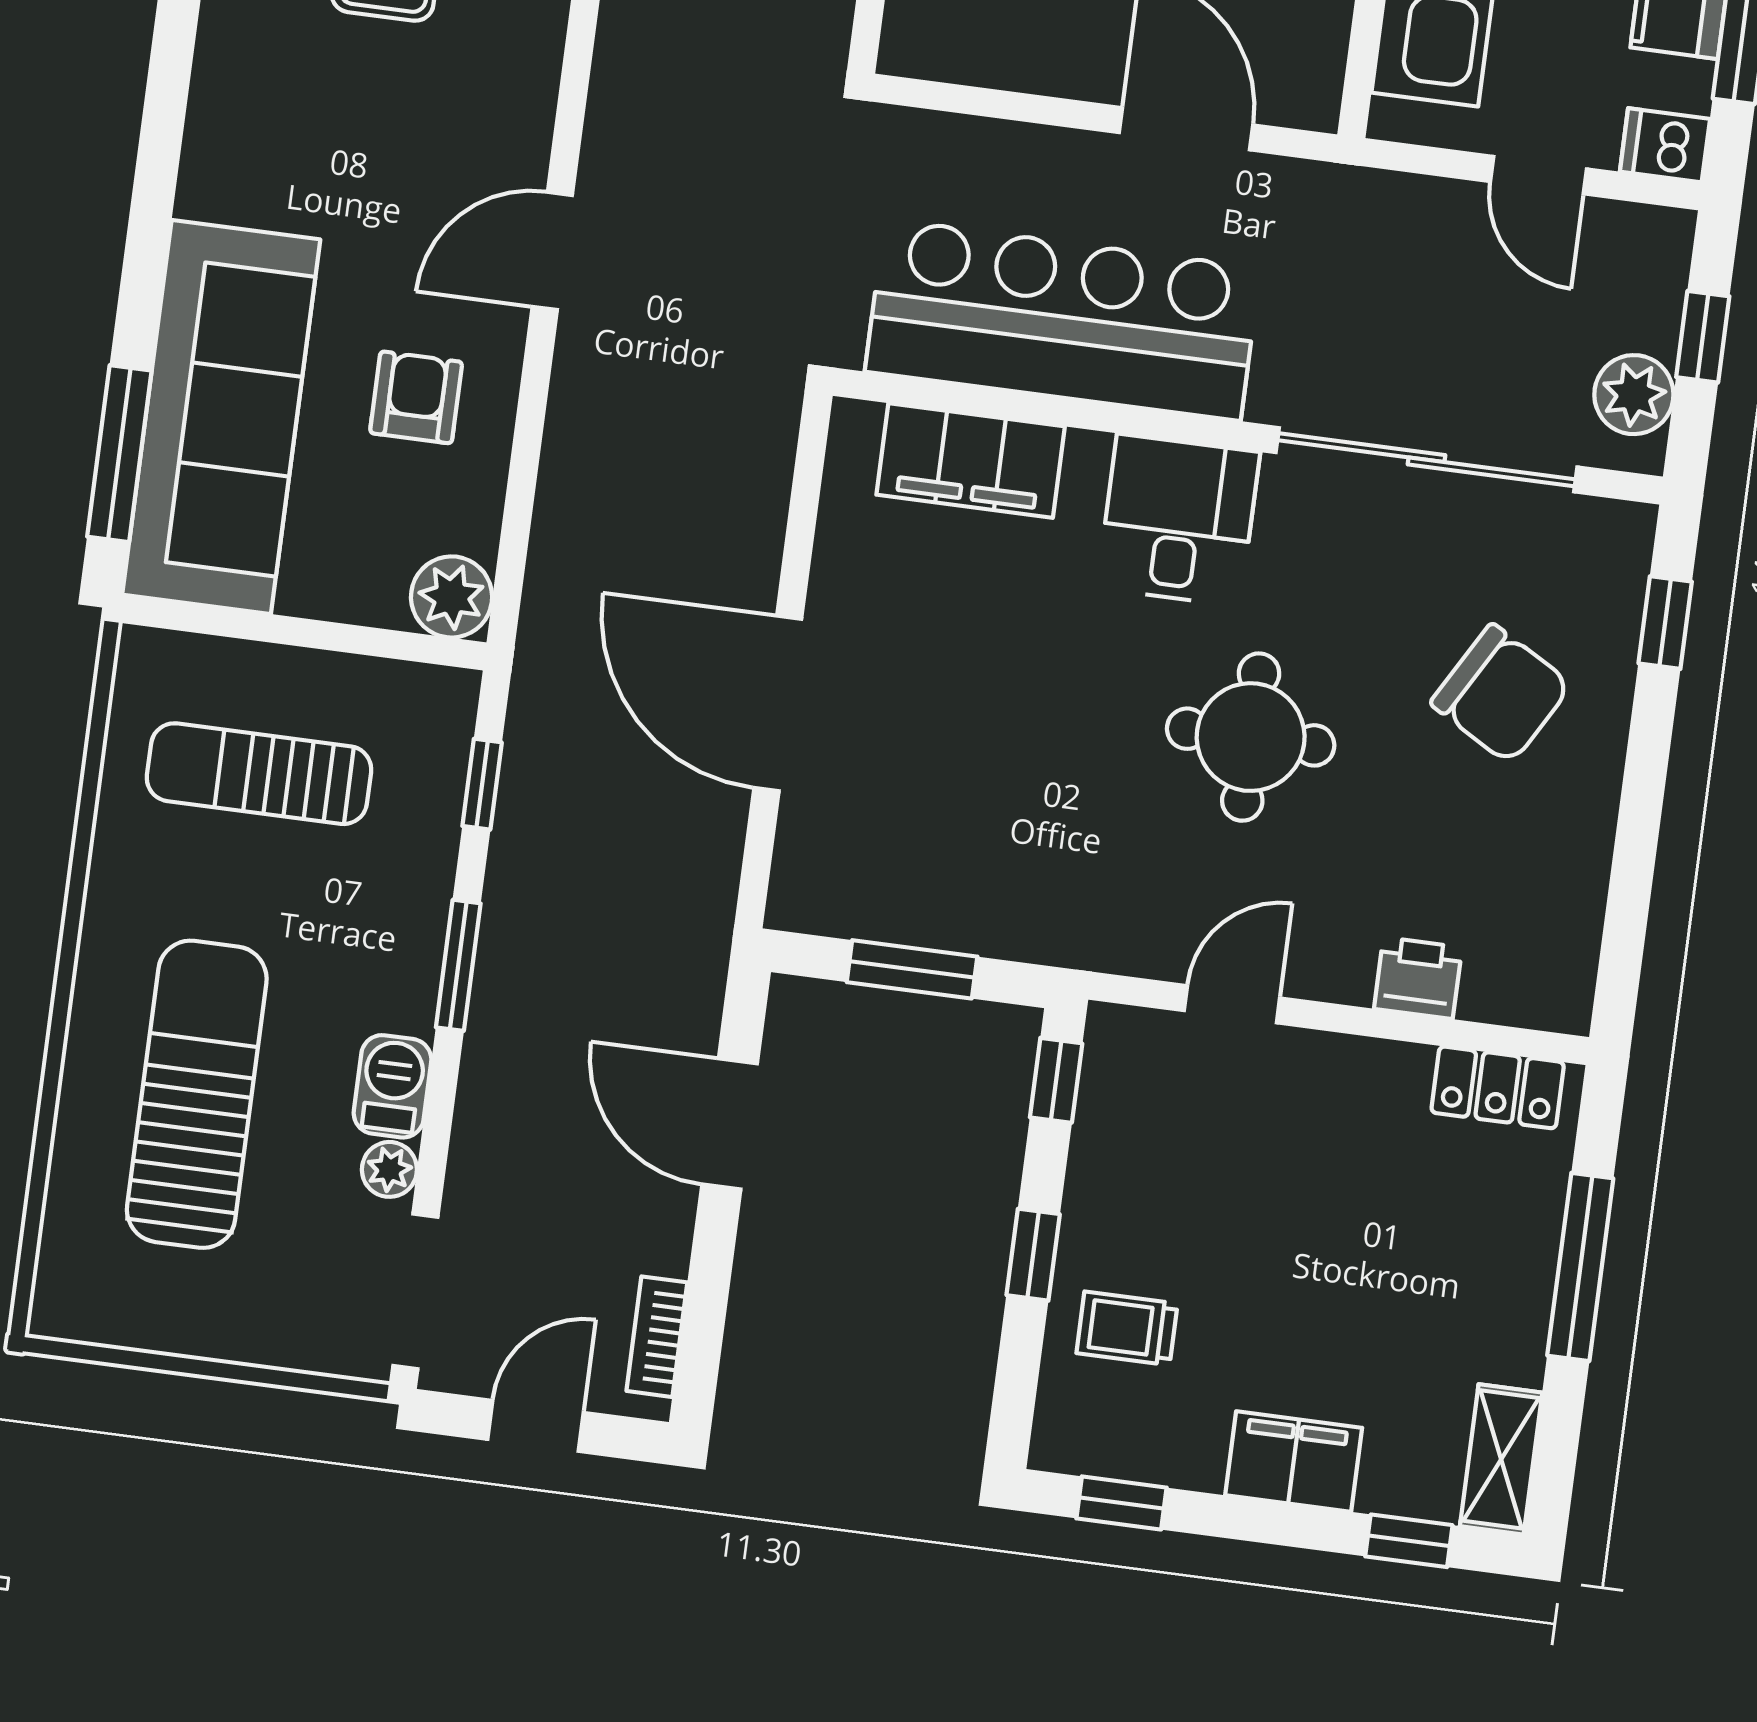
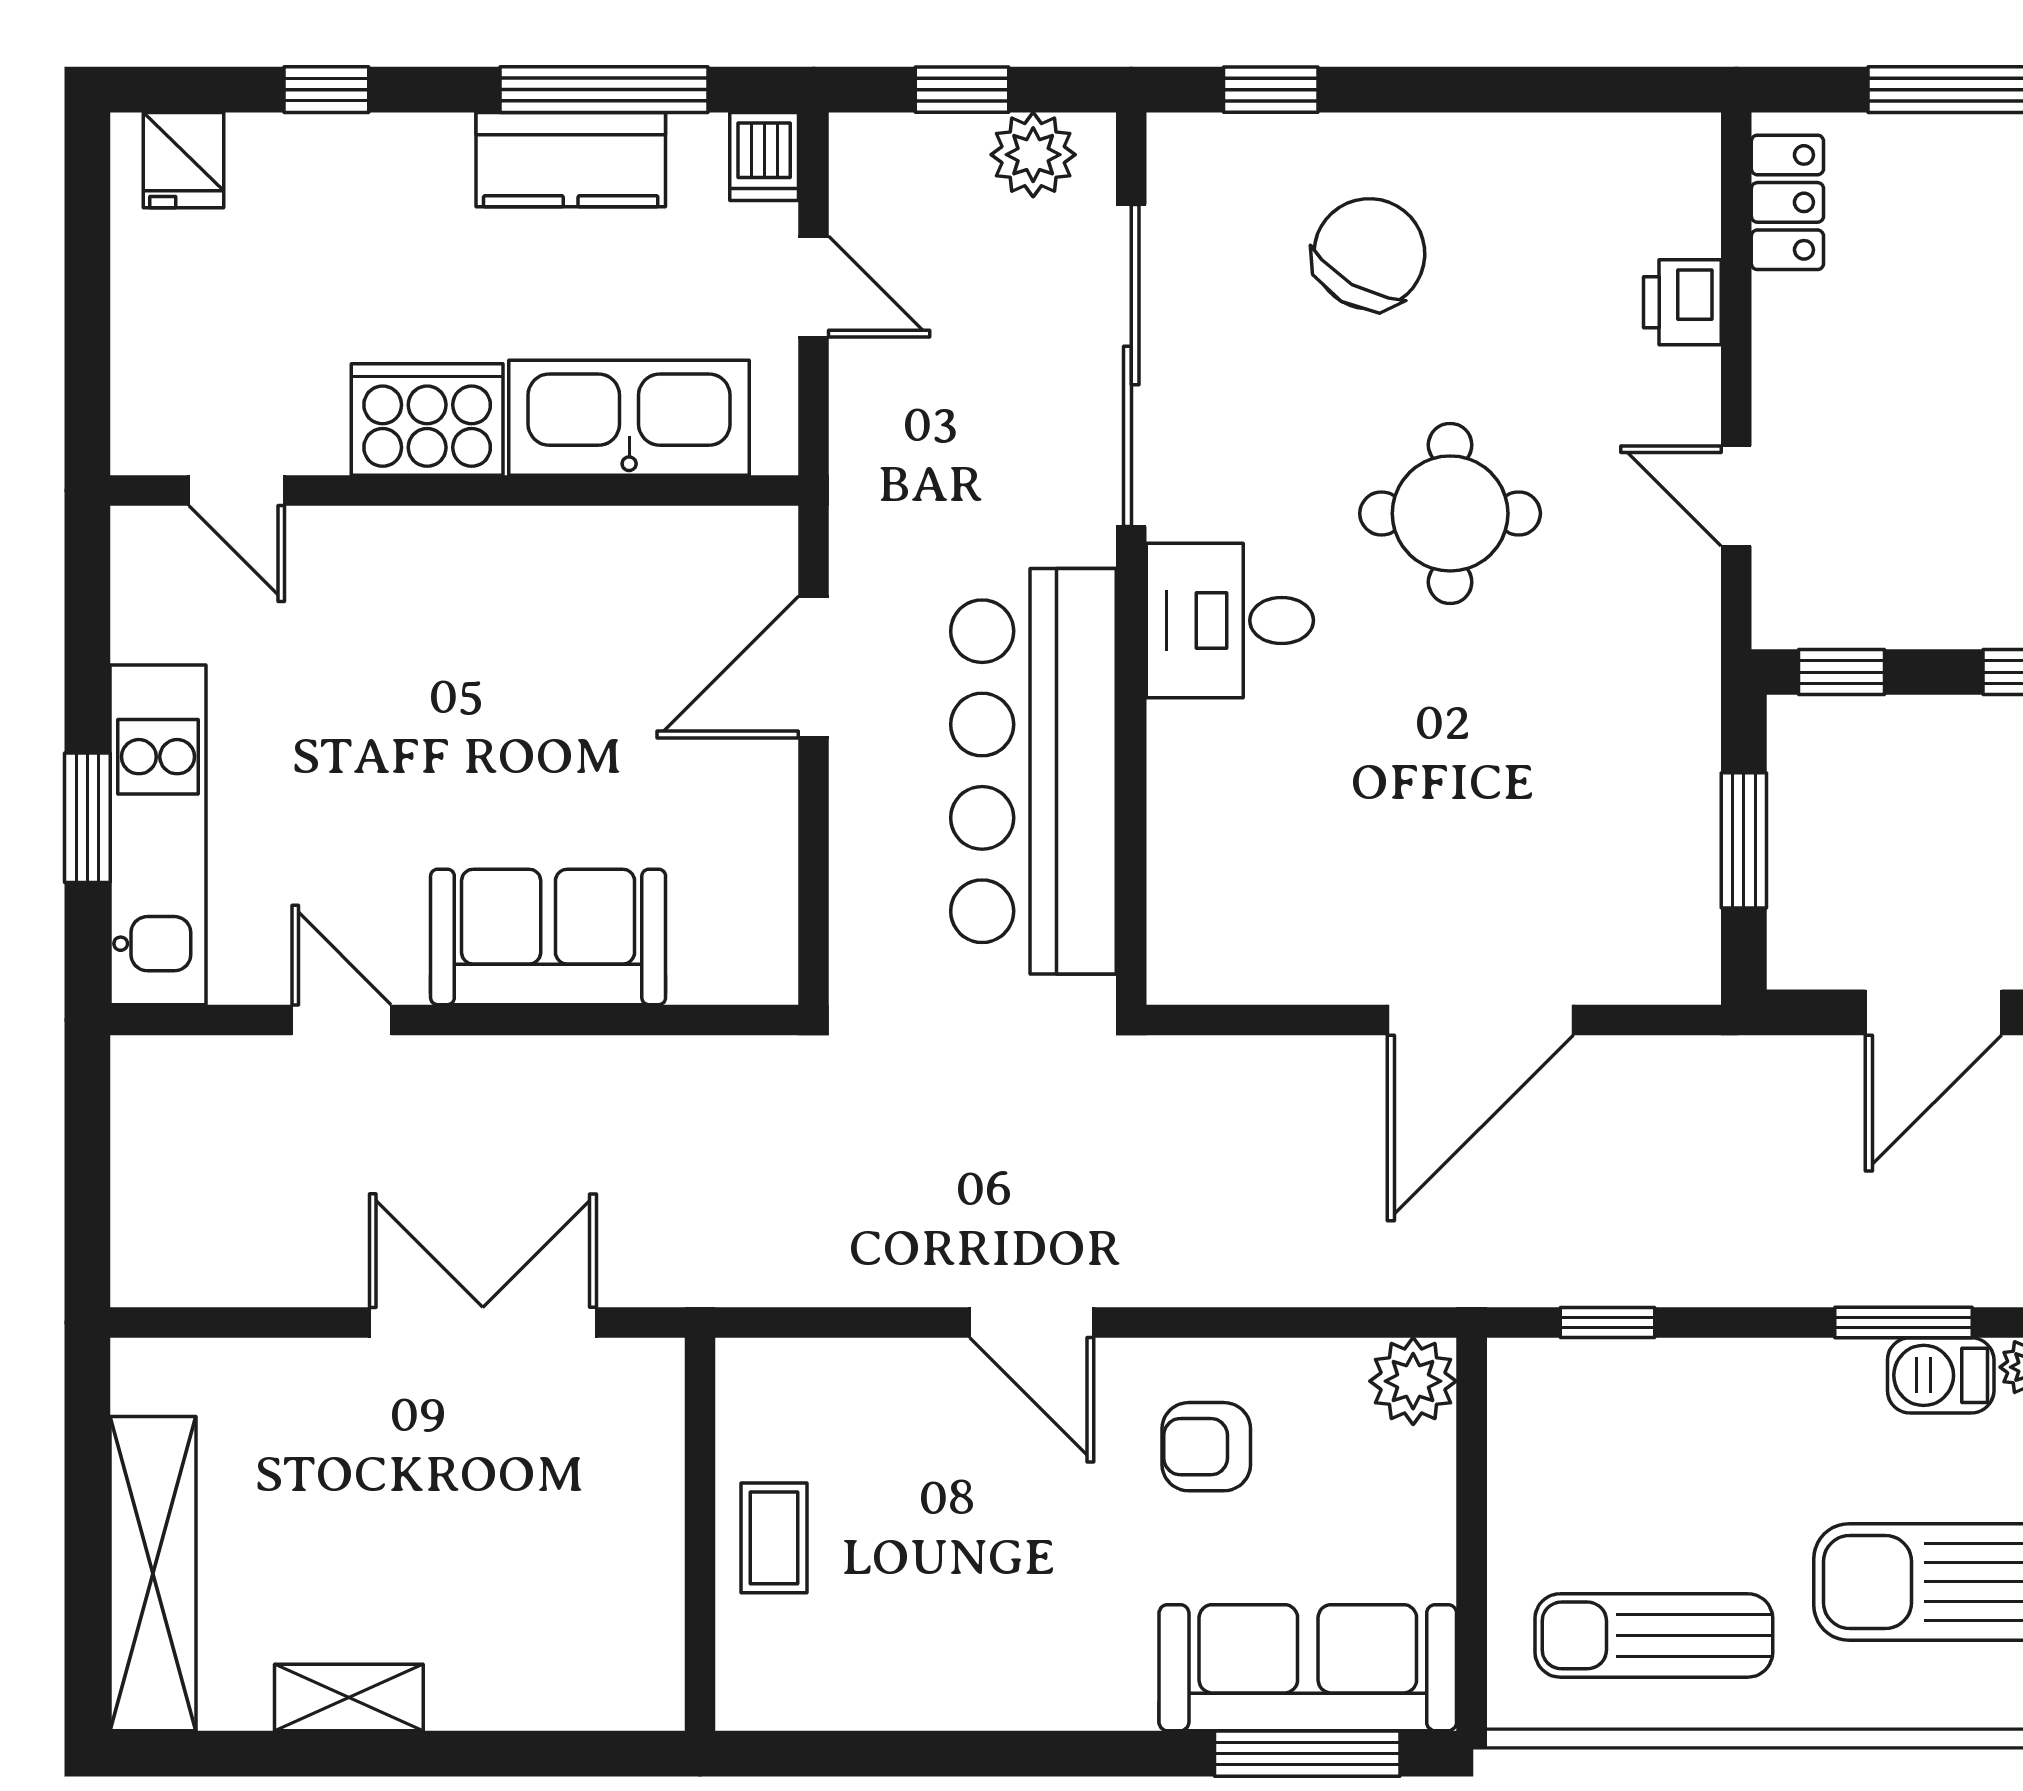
door: (1538, 175) -> (814, 287), hinge flipped
sofa: (221, 417) -> (1308, 1668), width x0.74, depth x0.79
filing cabinet: (971, 461) -> (1196, 849), removed
sun lounger: (259, 774) -> (1654, 1635), moved, turned 90
window: (458, 965) -> (1904, 1323), moved

